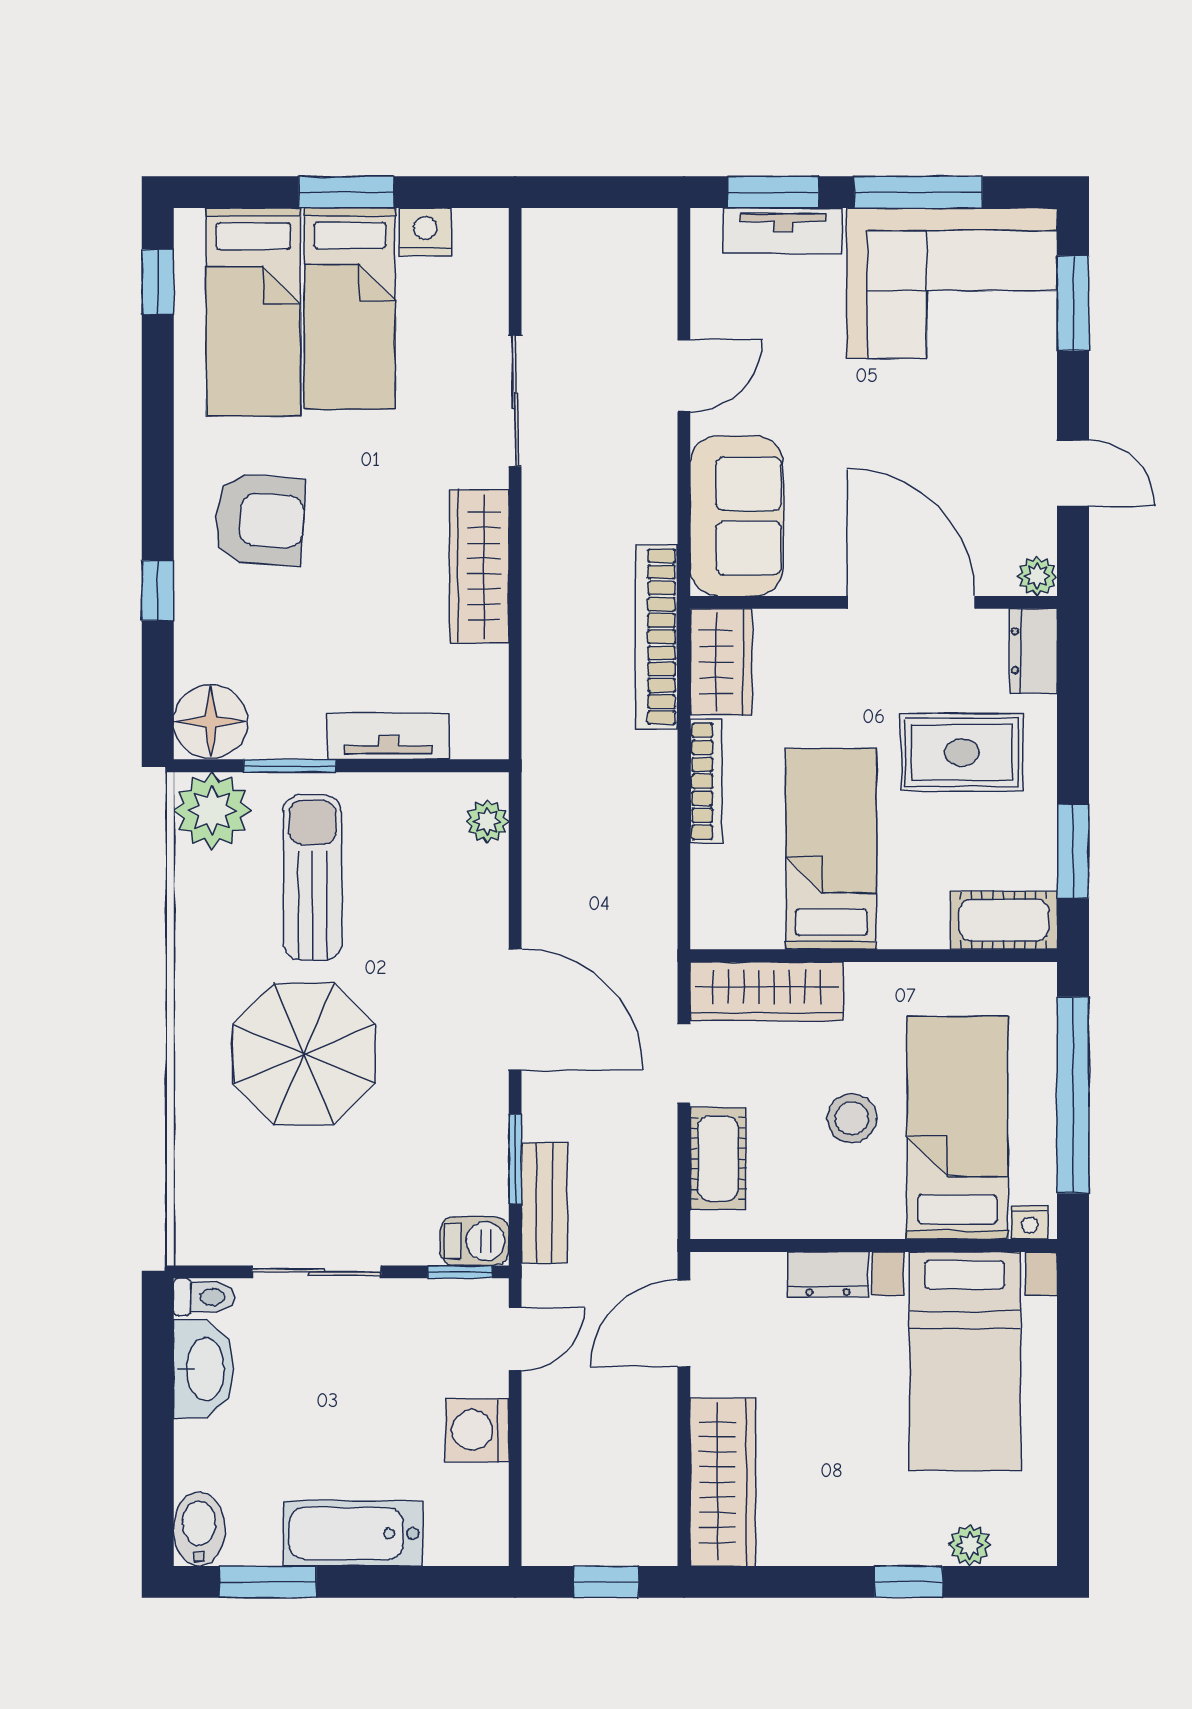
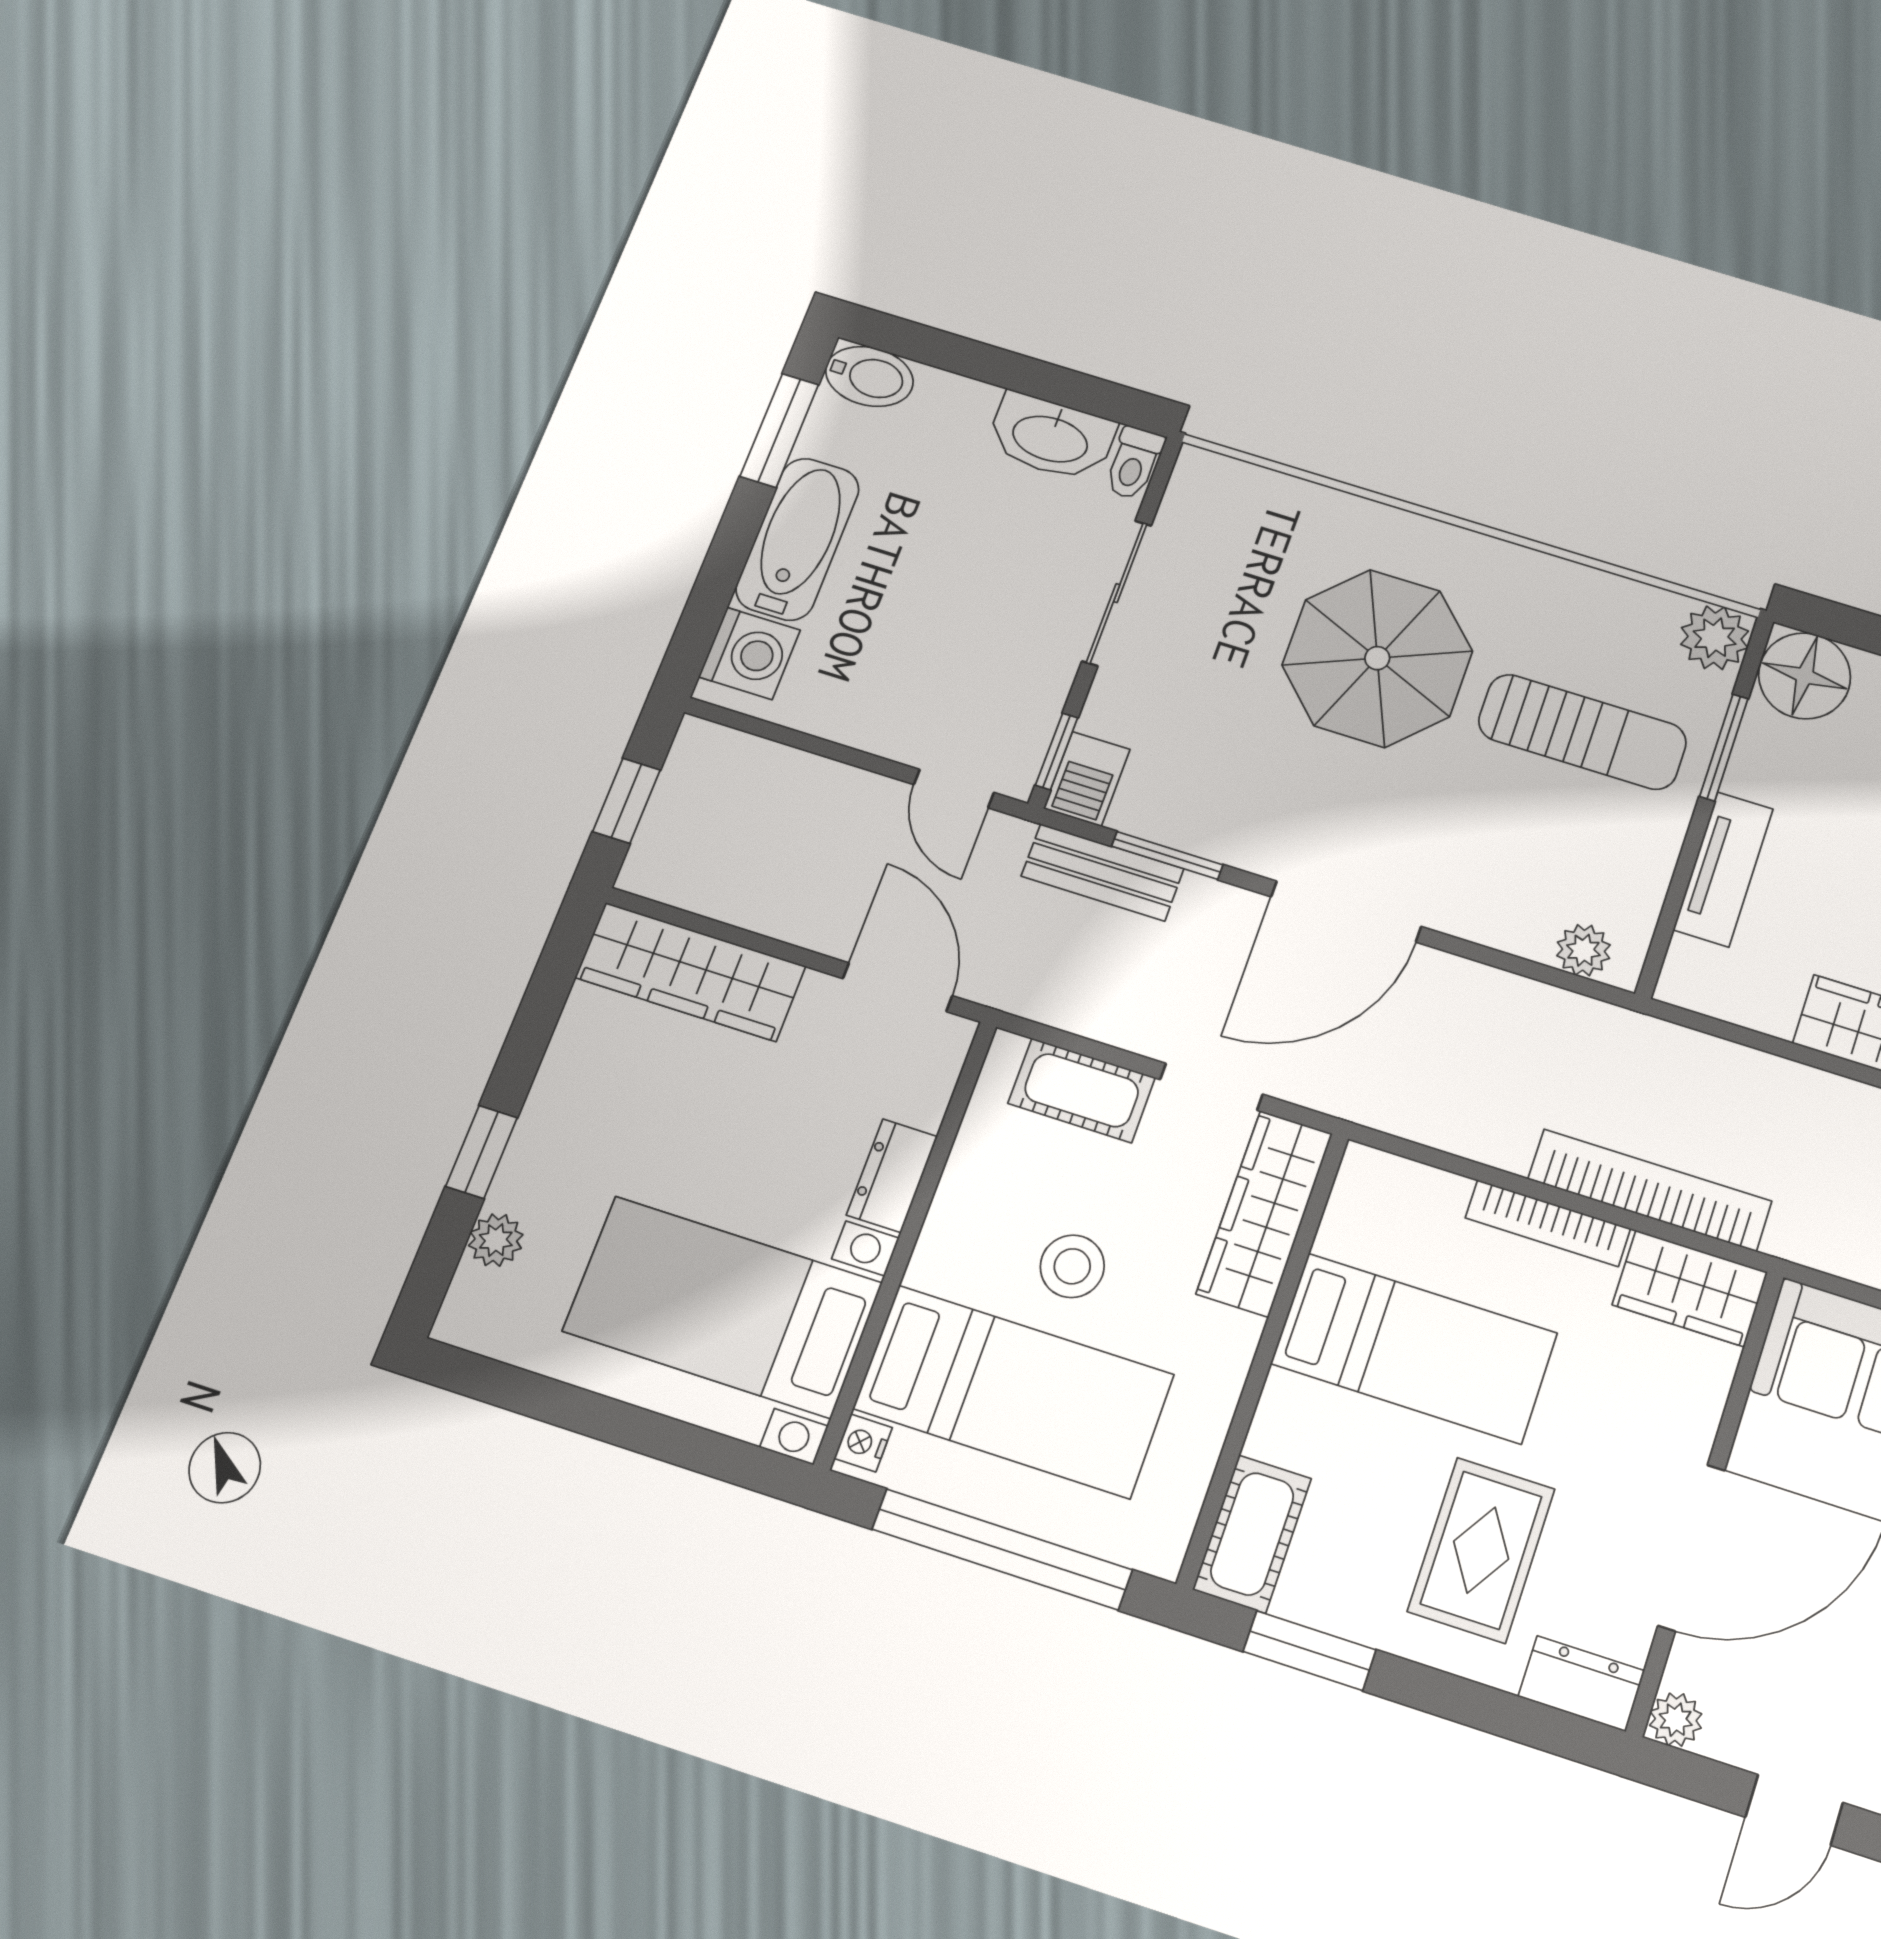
bookcase: (657, 637) -> (1650, 1190), moved
plant: (212, 811) -> (1715, 638), width x0.73, depth x0.73
washing machine: (477, 1430) -> (750, 653), moved, turned 90

